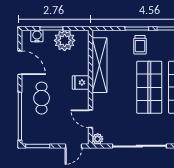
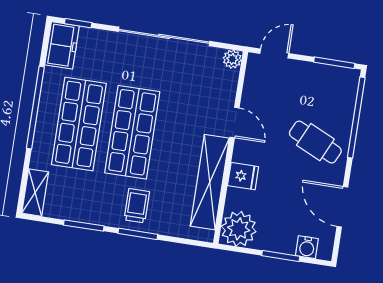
plant: (65, 40) -> (239, 229), moved
fridge: (81, 82) -> (243, 176), moved
cafe table: (42, 98) -> (315, 142), turned -65
door: (90, 119) -> (235, 123), moved

